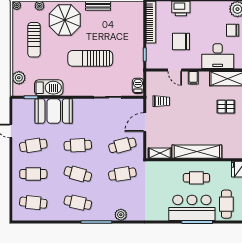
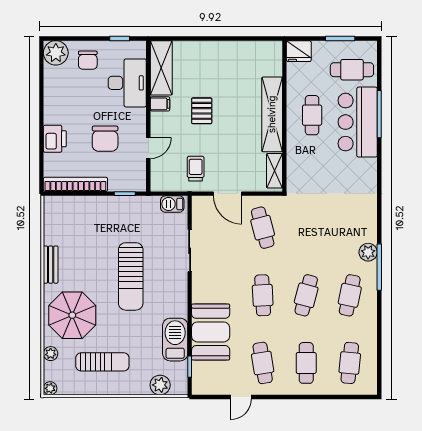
filing cabinet: (193, 78) -> (160, 104), moved
pallet: (226, 107) -> (202, 111), moved
cafe table: (122, 174) -> (306, 228), removed
plant: (121, 215) -> (368, 252), moved

